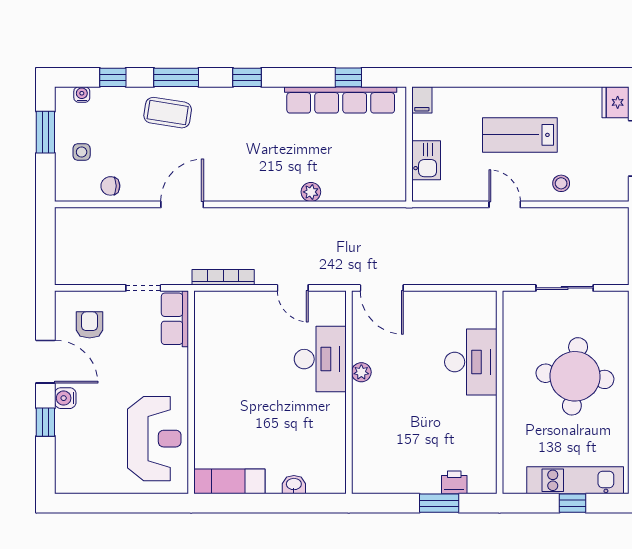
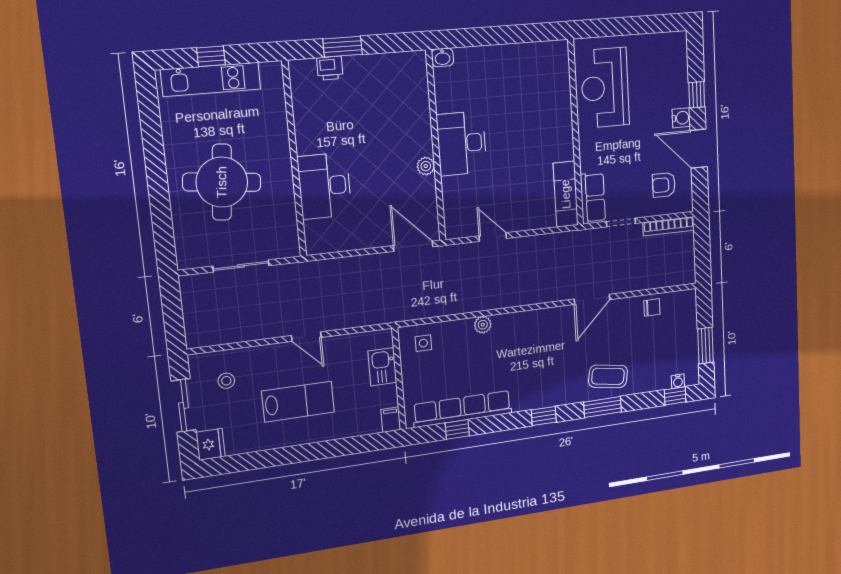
window: (113, 77) -> (675, 396), moved
side table: (82, 152) -> (423, 343), moved
stool: (561, 183) -> (226, 381), moved
bookcase: (223, 277) -> (669, 226), moved
armchair: (90, 325) -> (664, 185), turned 90
desk: (320, 359) -> (462, 143), moved
exam couch: (229, 481) -> (566, 194), moved, turned 90
washbasin: (294, 485) -> (442, 57), moved

